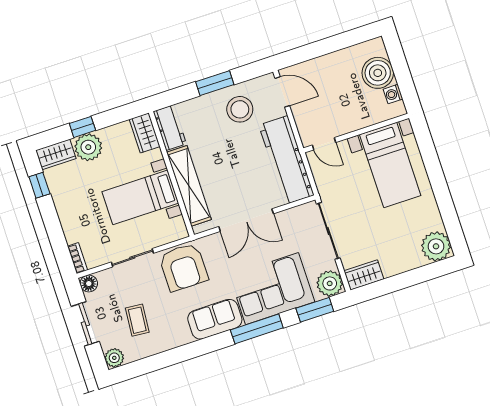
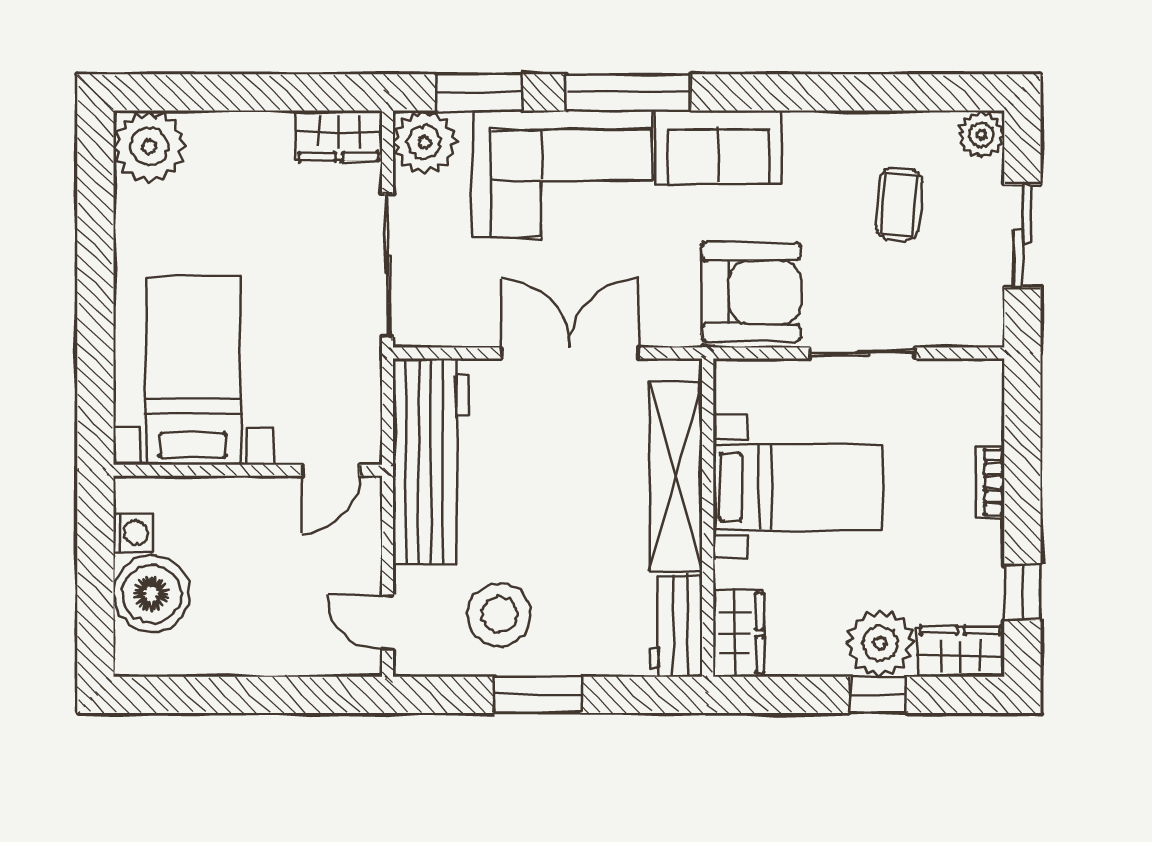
door: (282, 92) -> (388, 623), width x0.73
door: (324, 144) -> (331, 470), swing flipped
bookcase: (78, 258) -> (990, 482), moved
armchair: (184, 267) -> (751, 292), turned 90
floor lamp: (89, 284) -> (983, 327), removed

